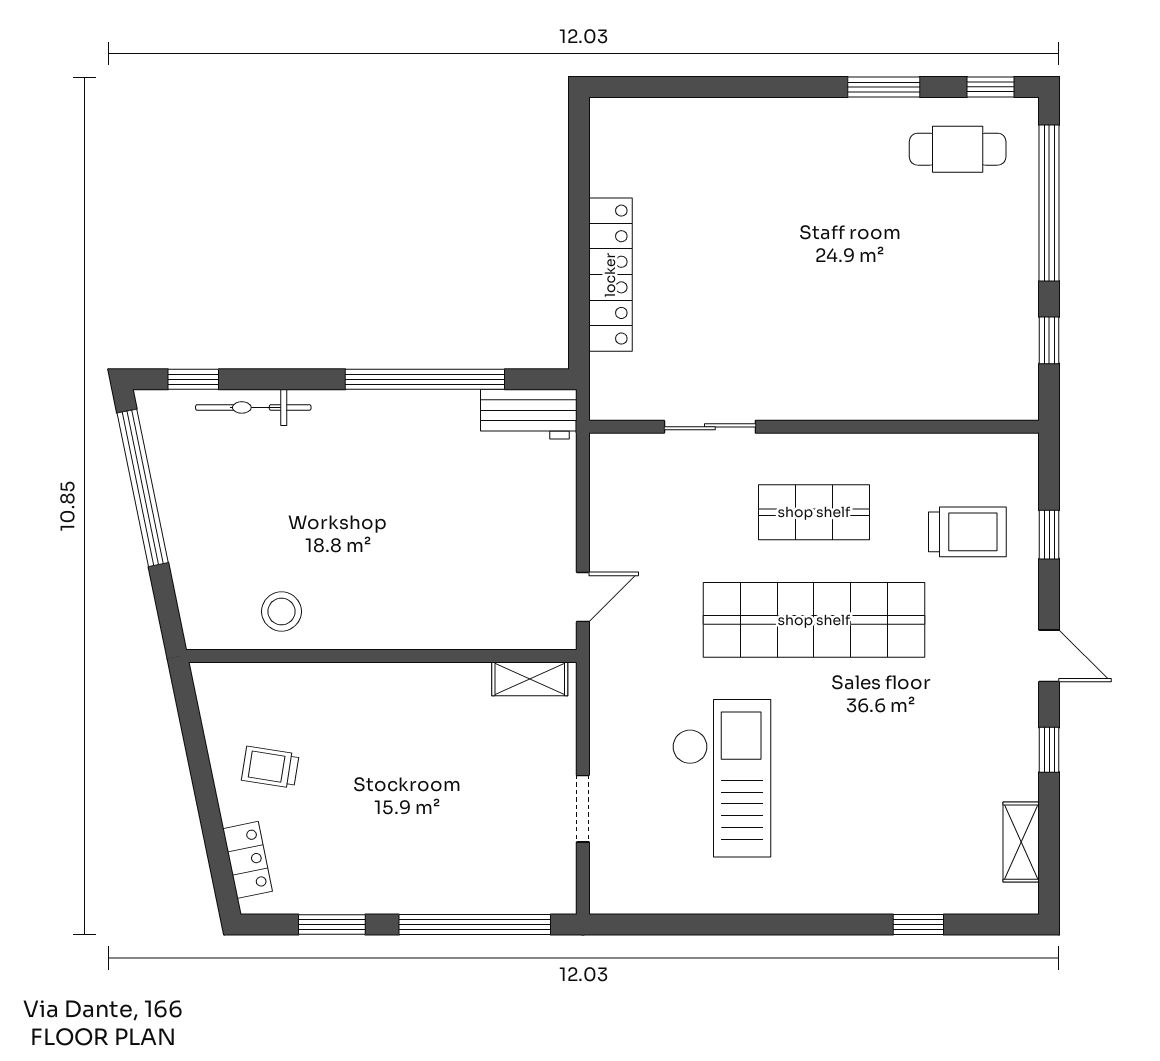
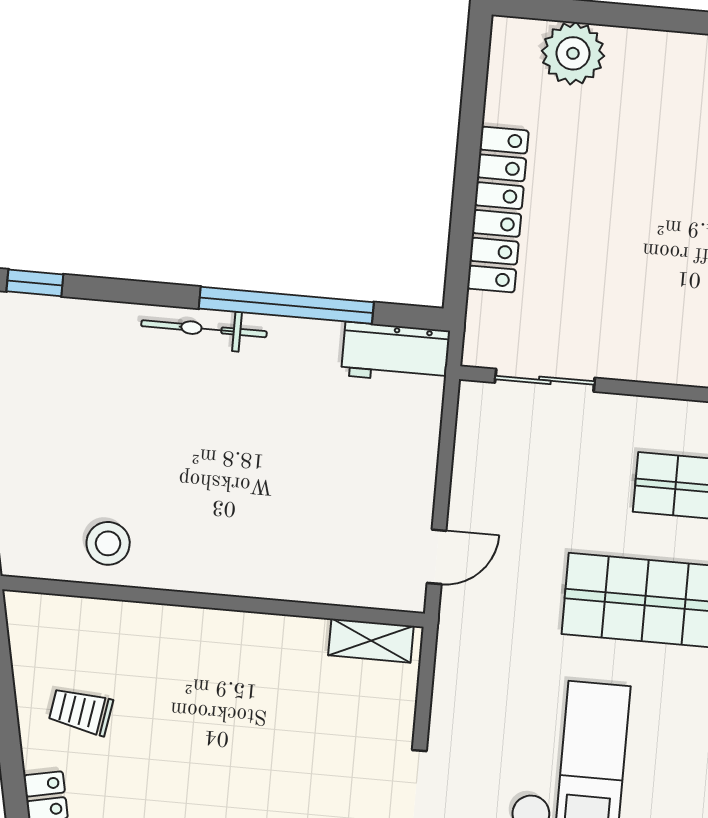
plant: (666, 126) -> (573, 53), added
bicycle: (253, 407) -> (204, 329), moved
sliding door: (710, 427) -> (545, 380), moved

